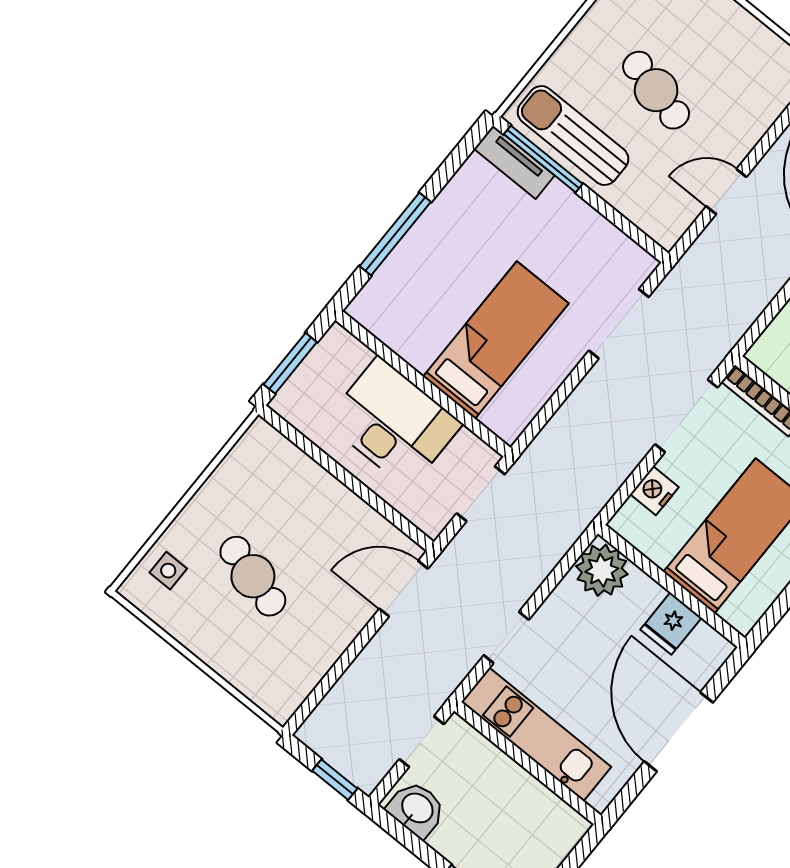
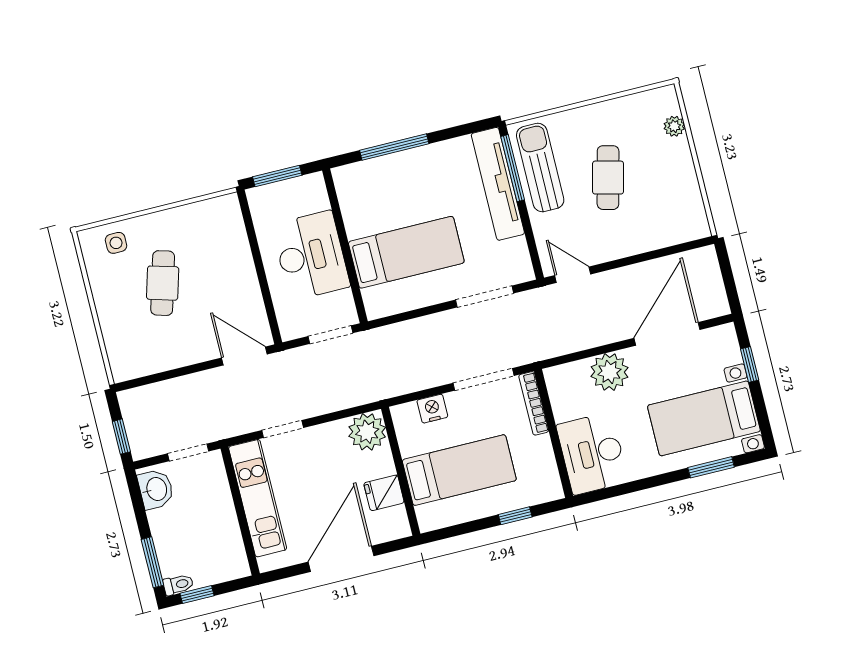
tv unit: (514, 162) -> (498, 184), width x1.92, depth x1.29
door: (726, 192) -> (573, 275), moved

